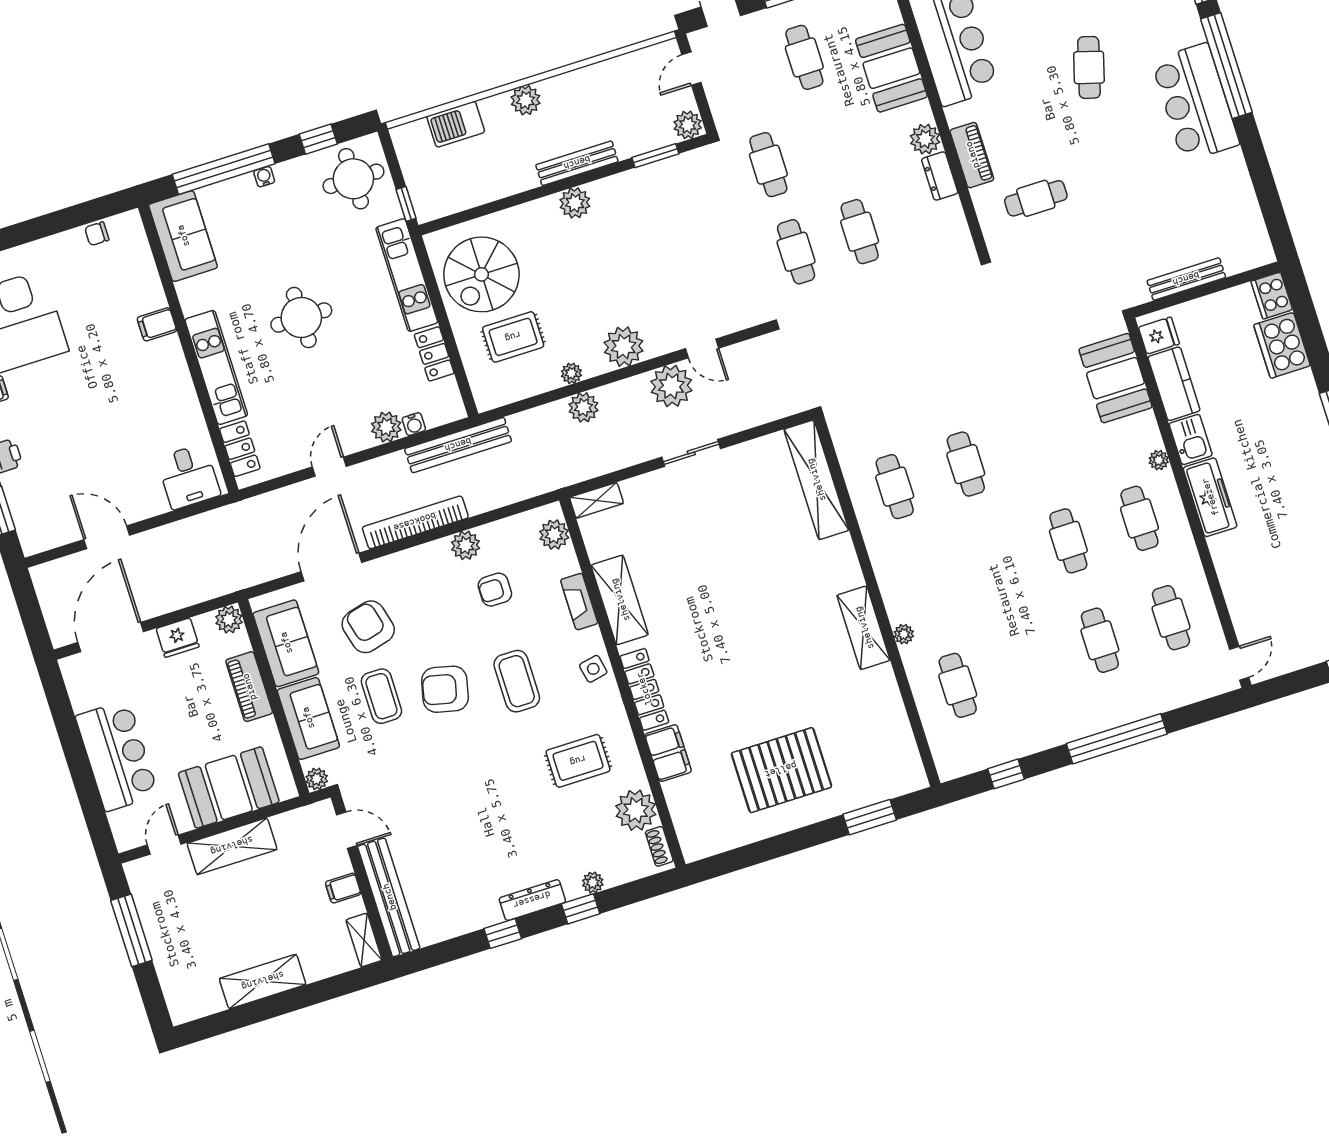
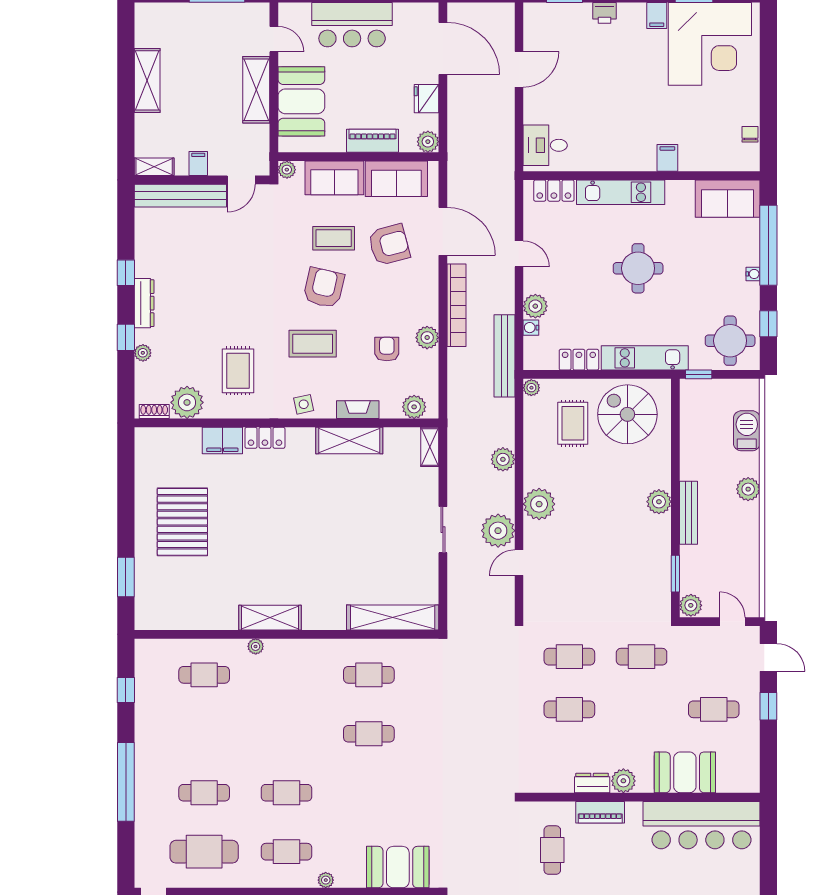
plant: (571, 373) -> (531, 388), moved
cafe table: (1171, 618) -> (204, 852), width x1.37, depth x1.35
locker: (644, 689) -> (265, 438), width x0.66

